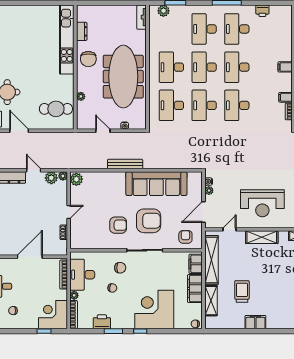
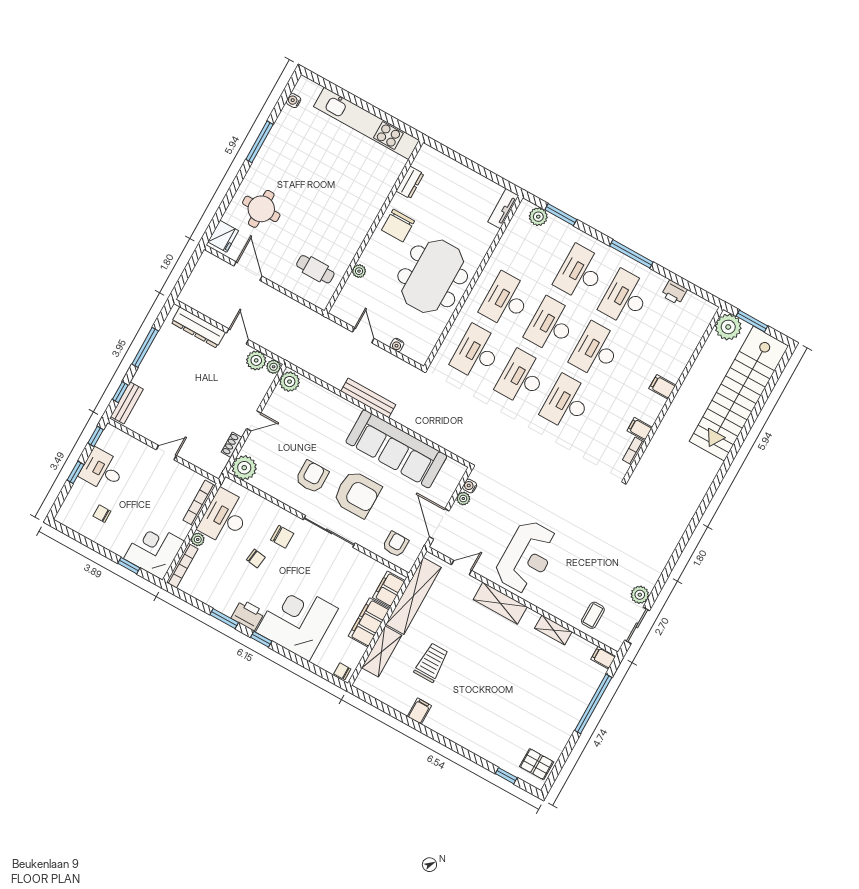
kitchen unit: (67, 40) -> (366, 123), moved, turned -90
meeting table: (123, 77) -> (433, 276), width x0.73
cafe table: (56, 109) -> (315, 269), width x0.73, depth x0.74
reception desk: (262, 203) -> (527, 557), turned -90
door: (203, 212) -> (439, 524), hinge flipped
armchair: (118, 225) -> (312, 477), turned -90
plant: (78, 241) -> (244, 468), added
door: (30, 257) -> (166, 453), width x0.53
printer: (102, 322) -> (248, 615), moved
filing cabinet: (255, 322) -> (419, 711), width x0.50

